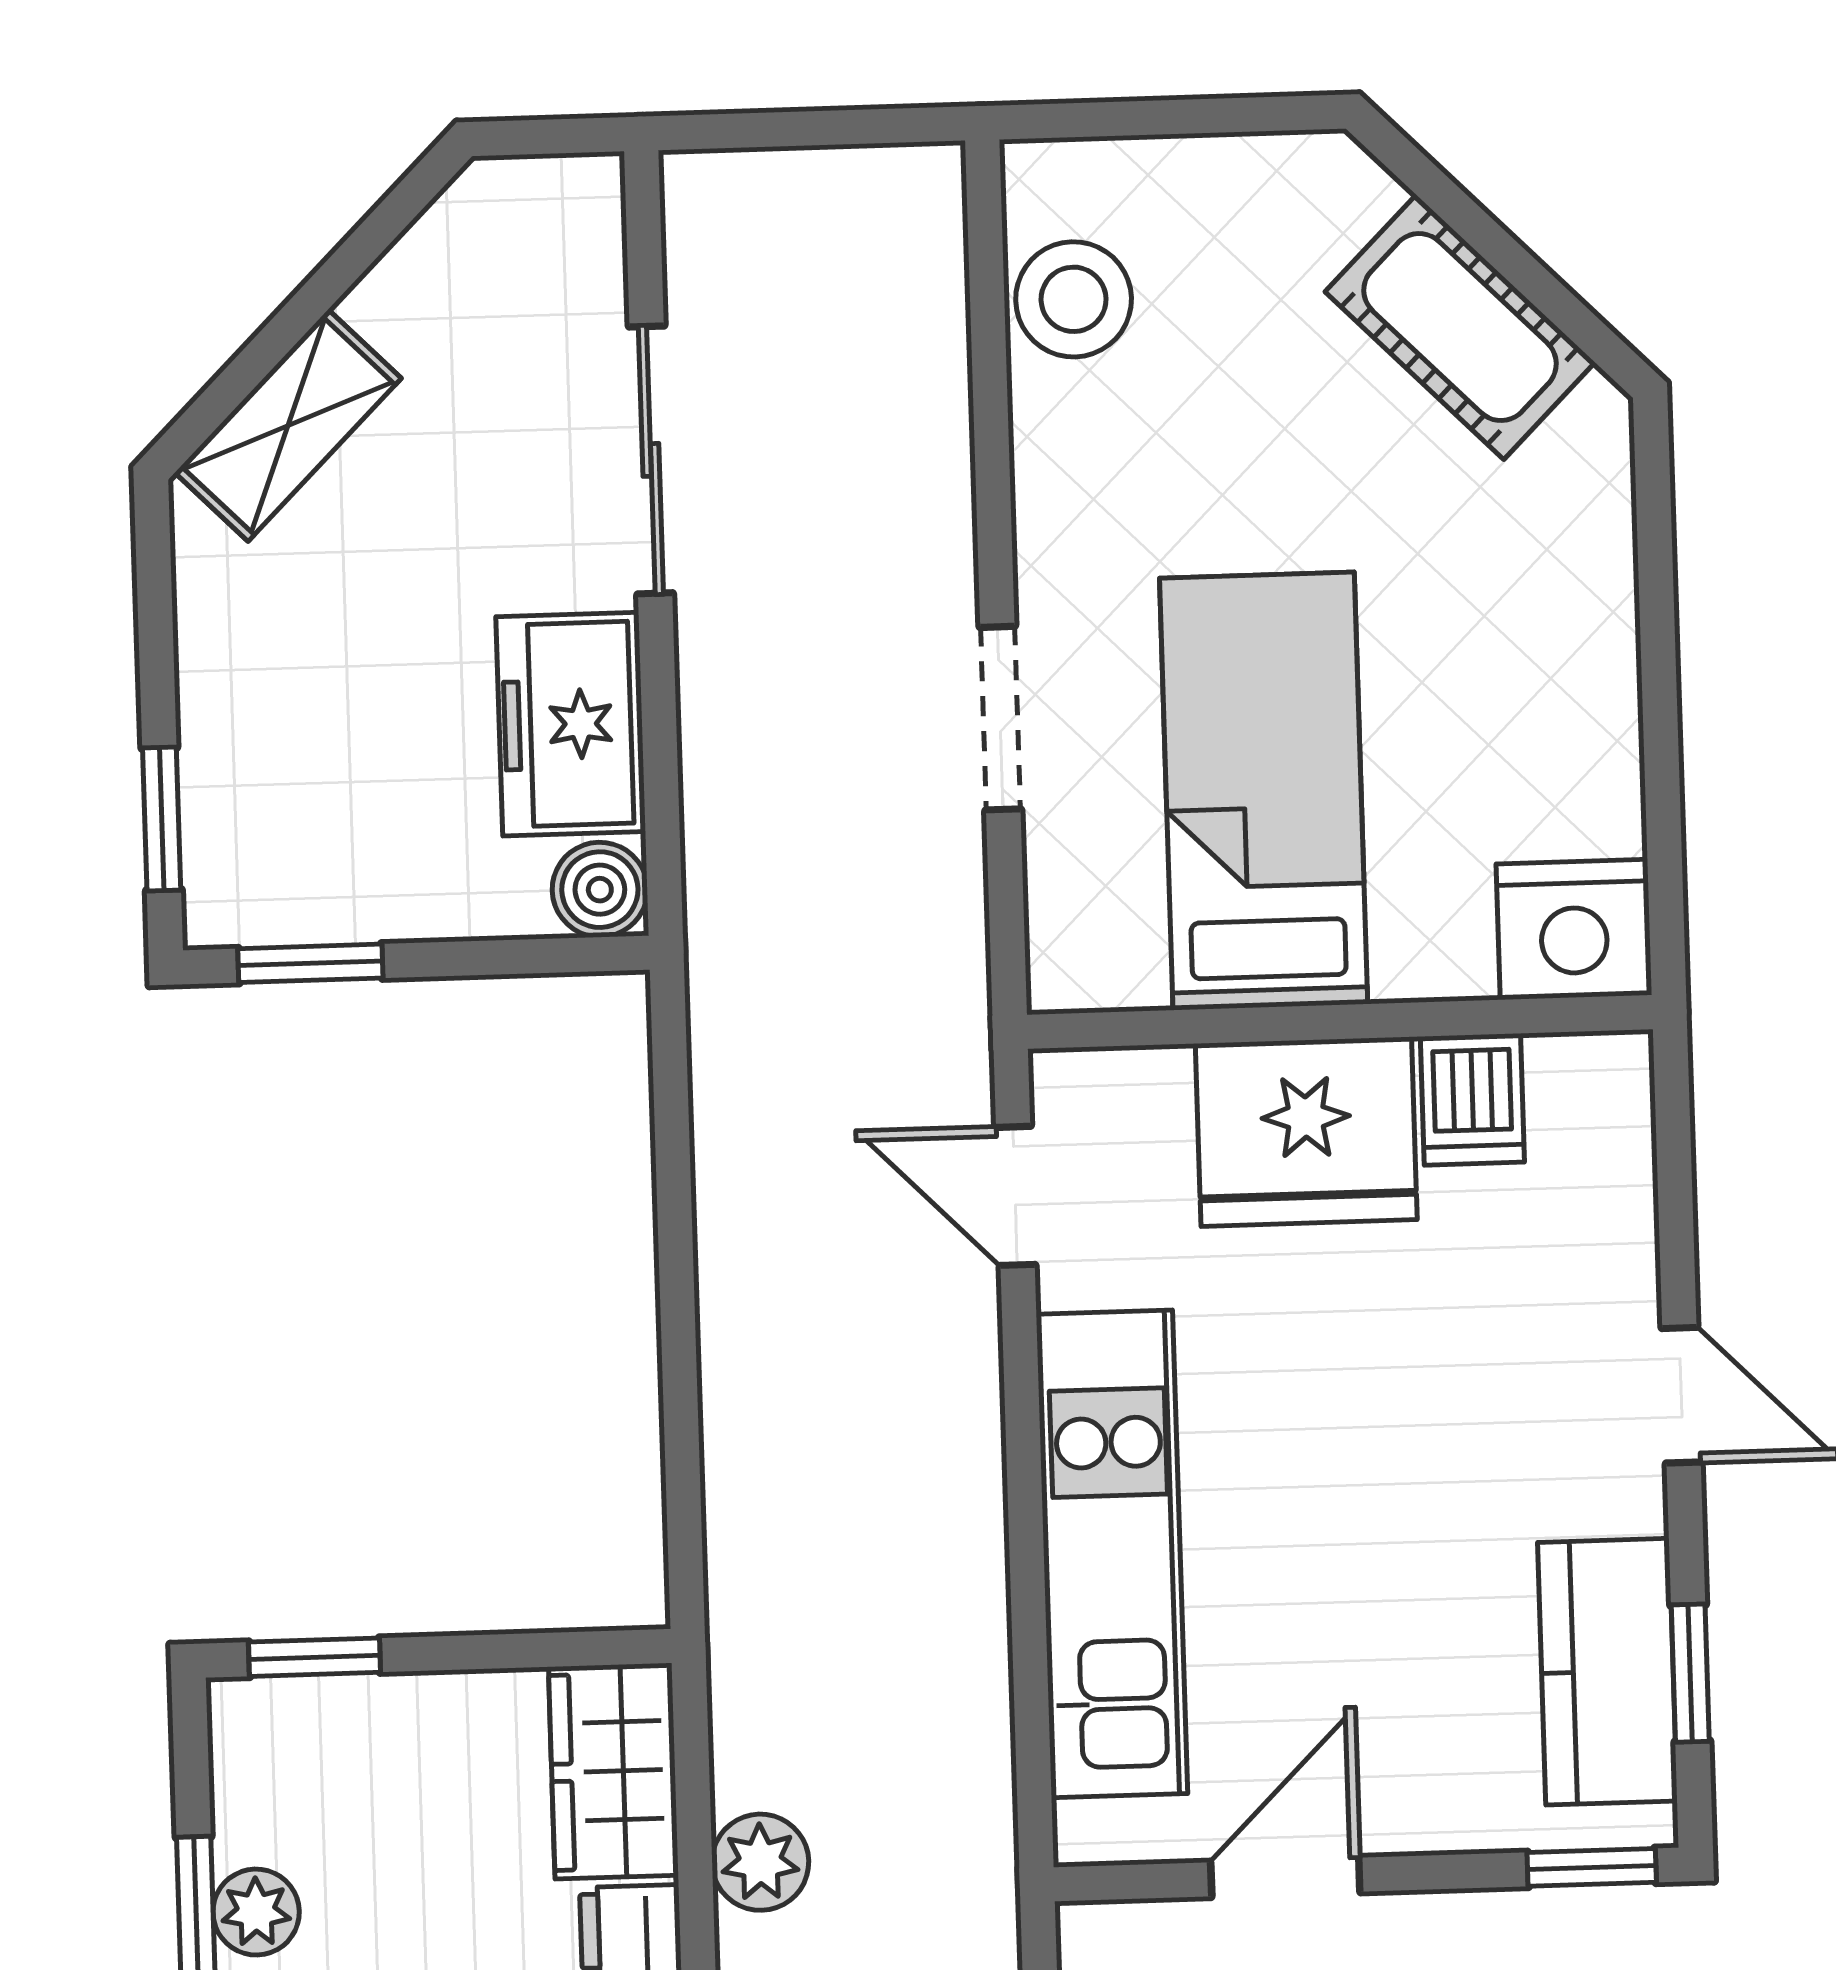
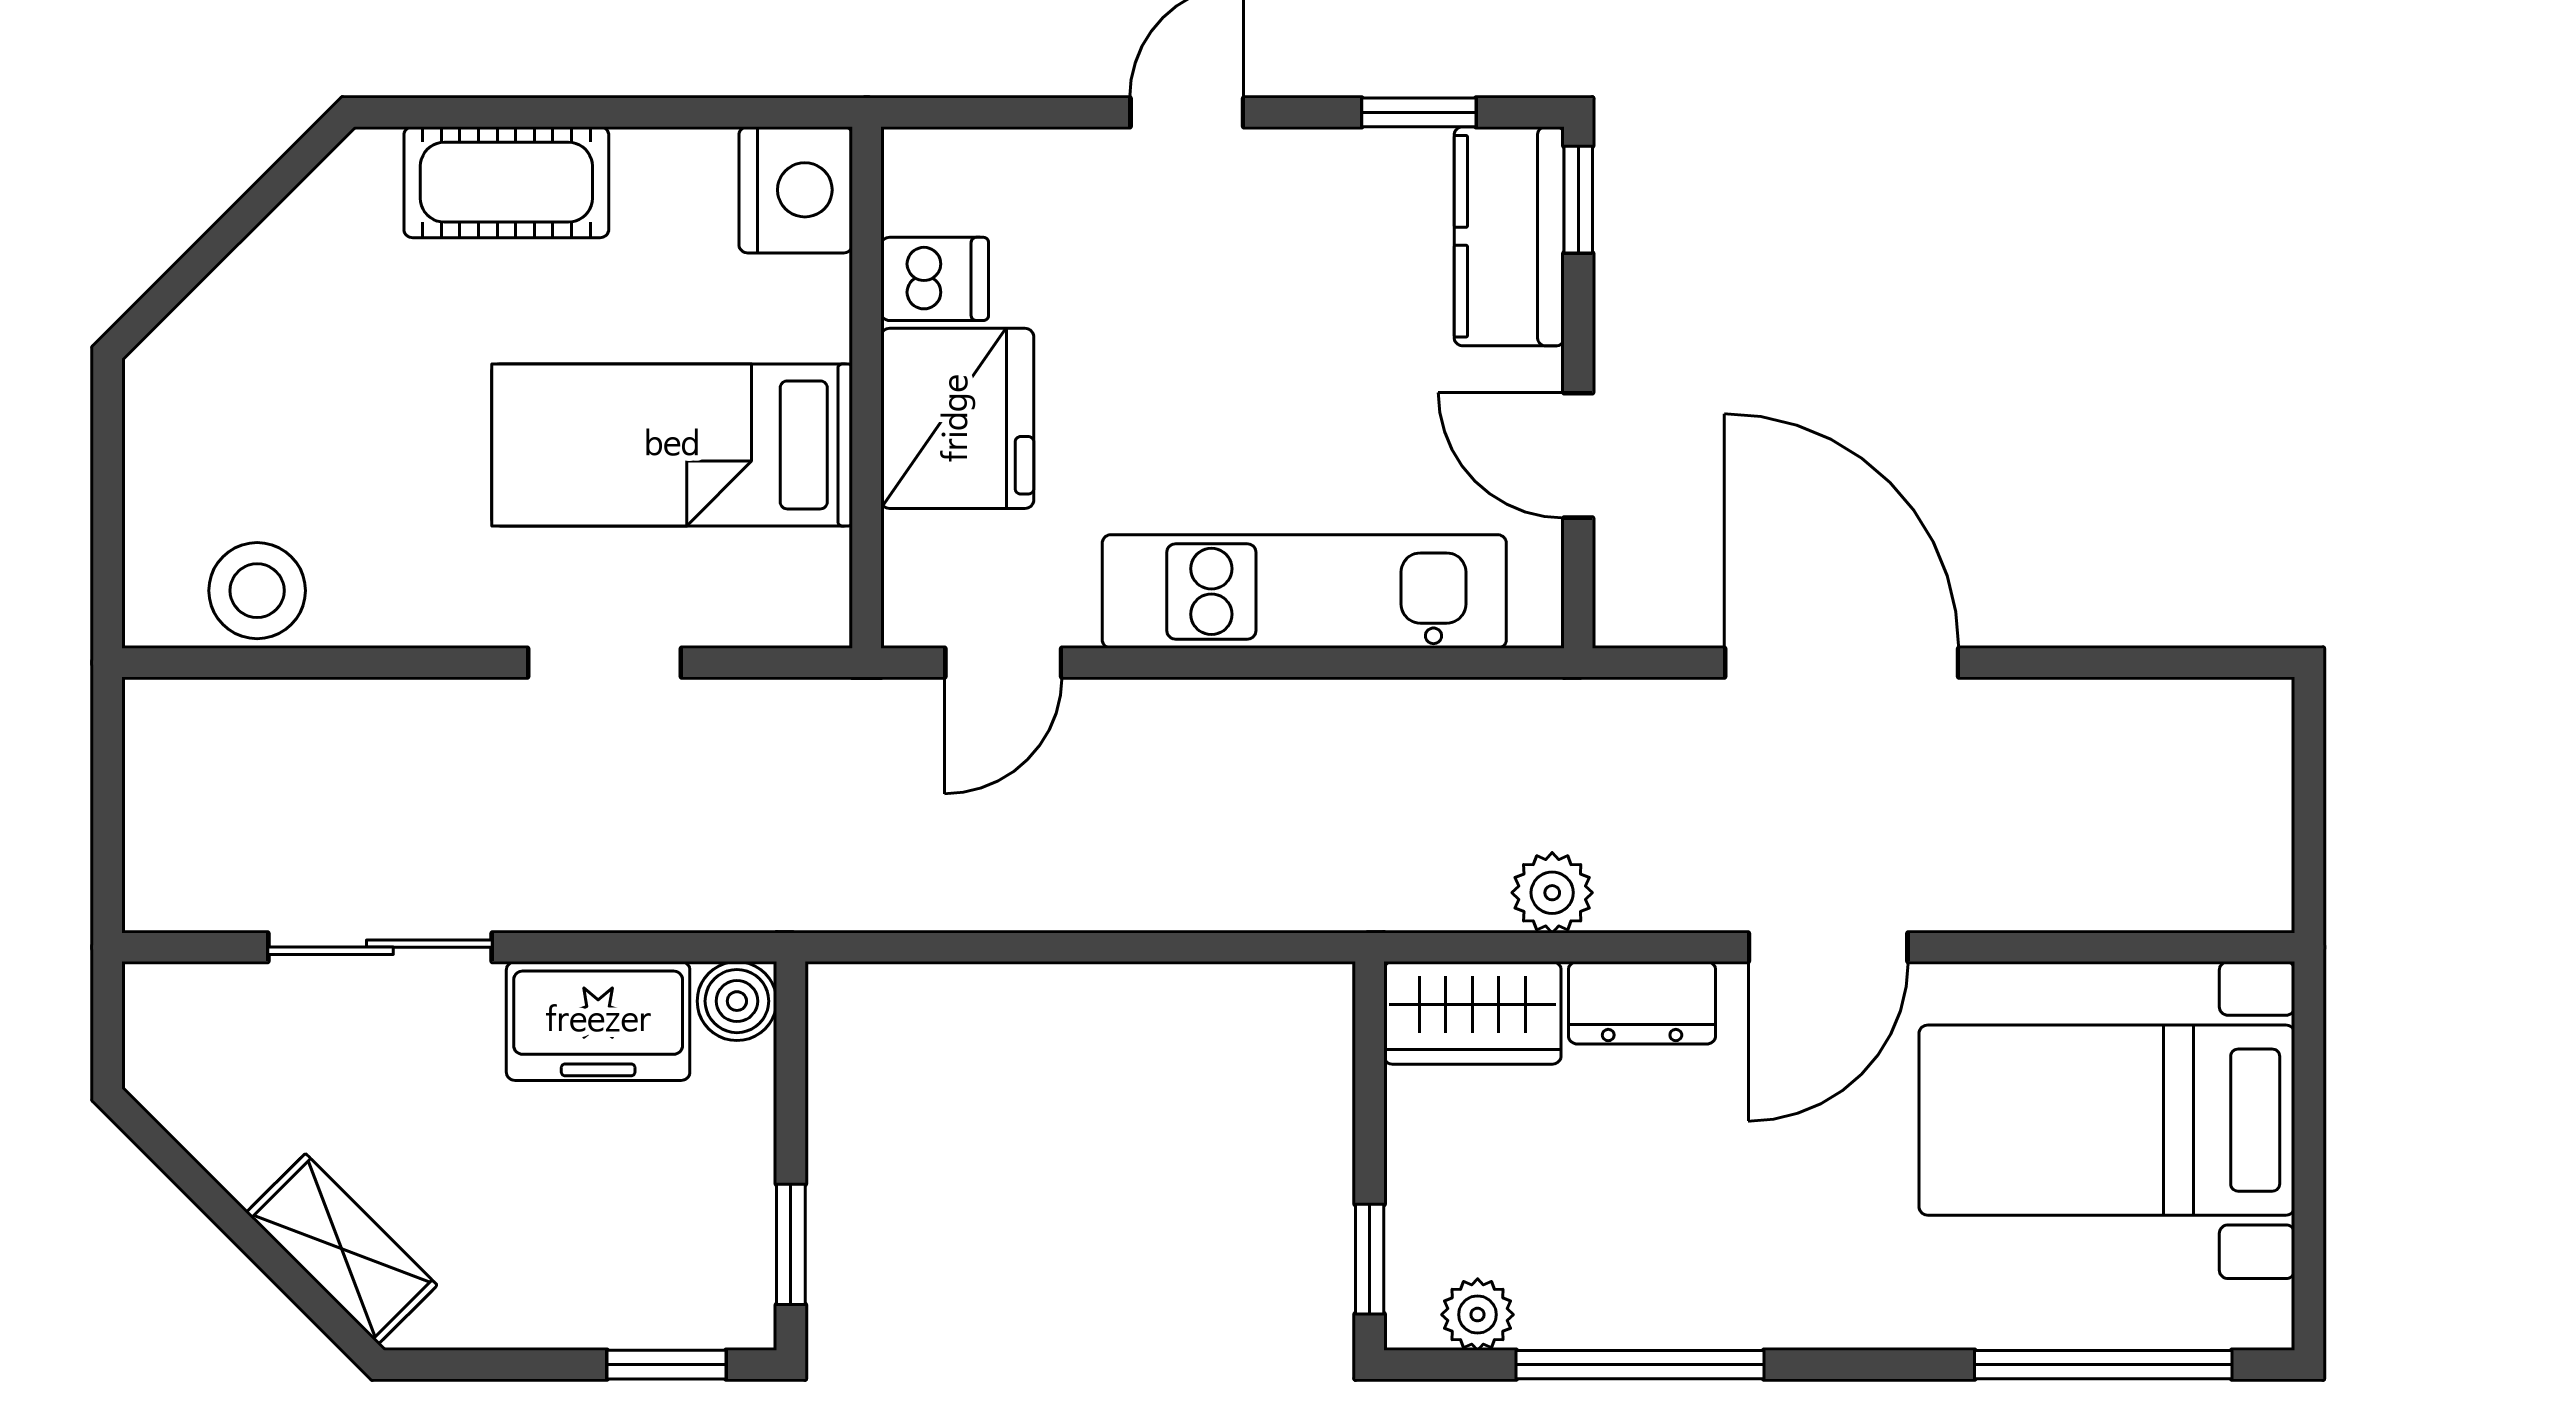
cot: (1460, 327) -> (506, 182), moved, turned 45
kitchen counter: (1607, 1672) -> (1509, 236), moved, turned 90
plant: (256, 1912) -> (1478, 1315), moved

